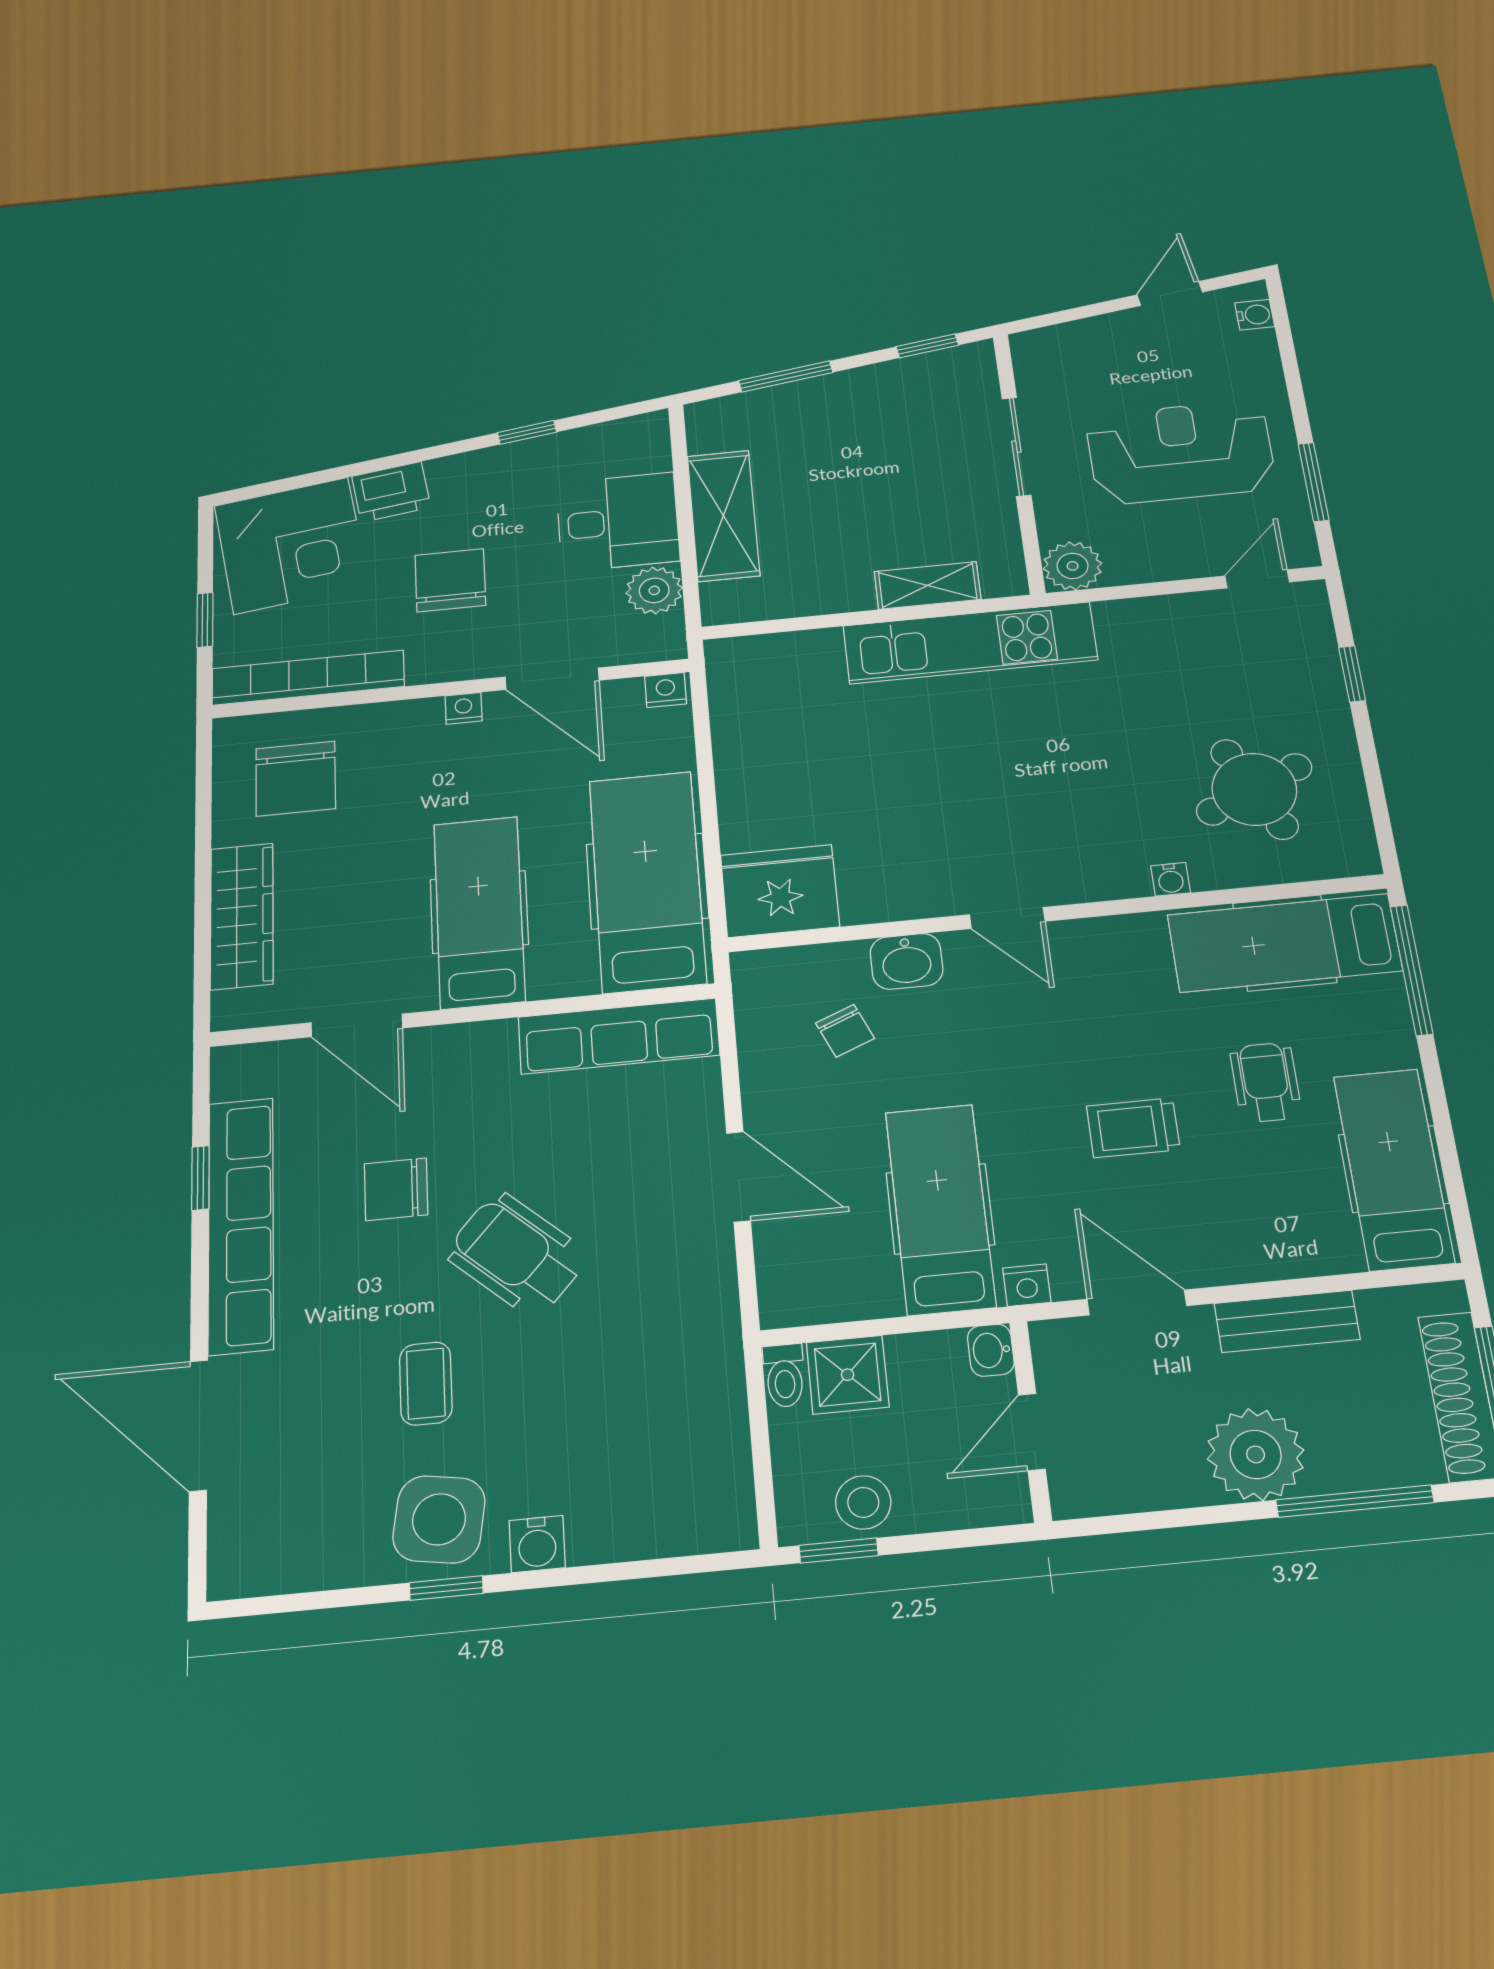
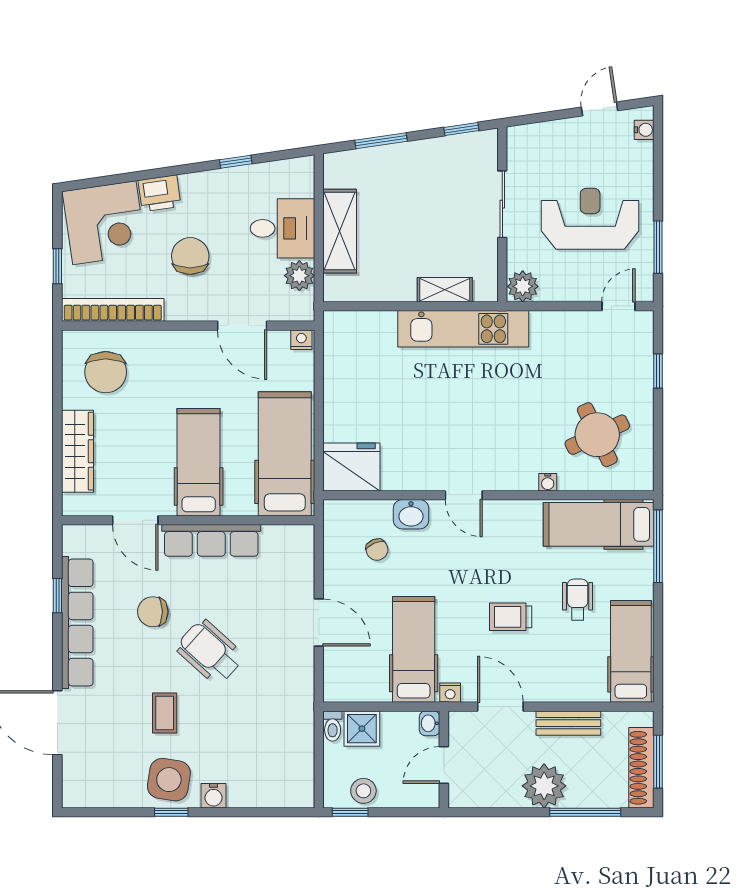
nightstand: (463, 708) -> (195, 339), removed
row of seats: (619, 1036) -> (211, 540), moved

